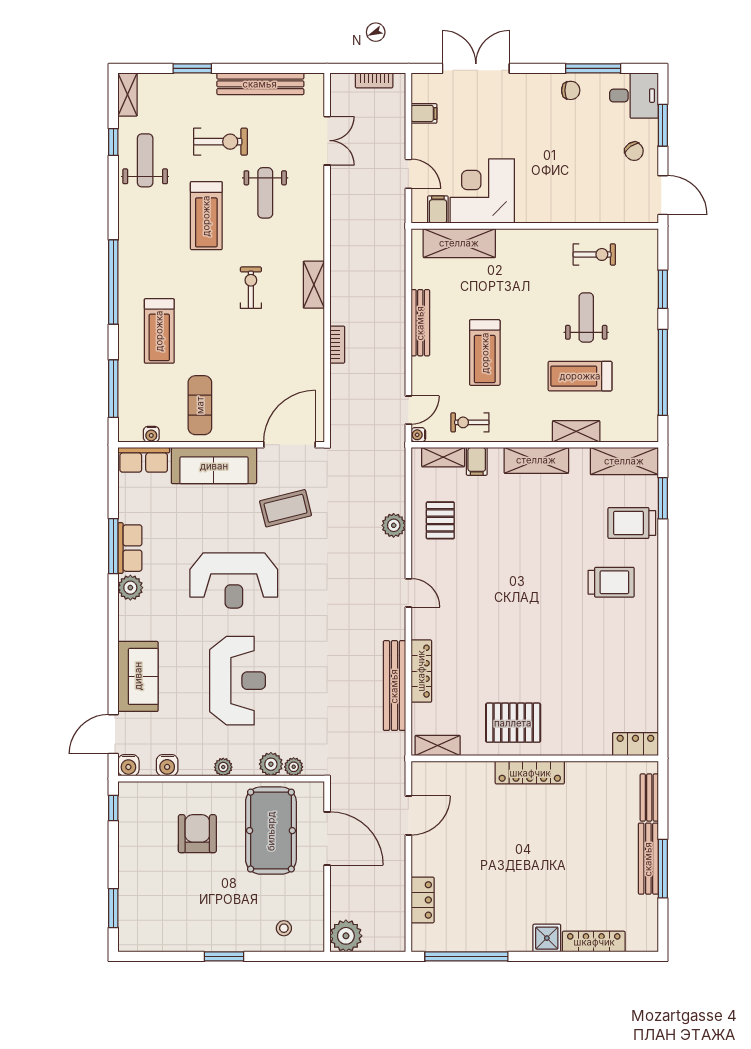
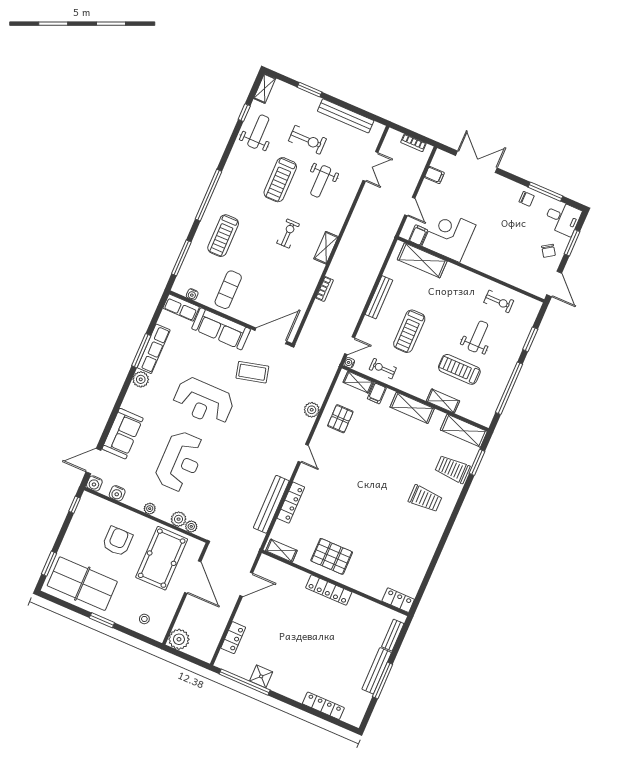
row of seats: (130, 548) -> (154, 349), width x1.48
table tennis table: (173, 916) -> (82, 584), added
shower: (547, 938) -> (261, 676), moved

